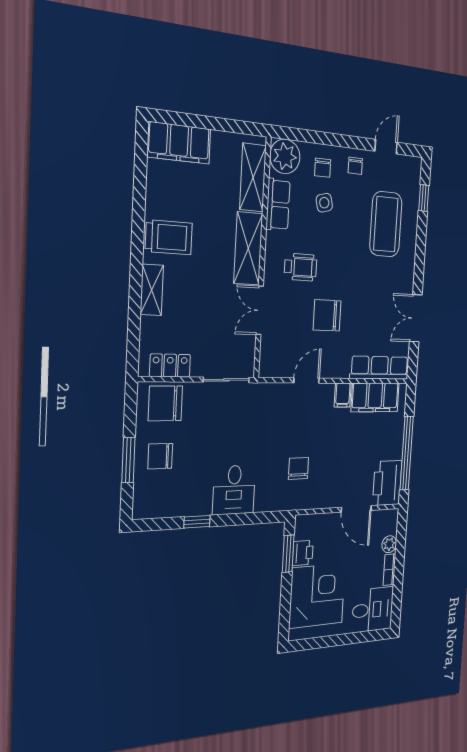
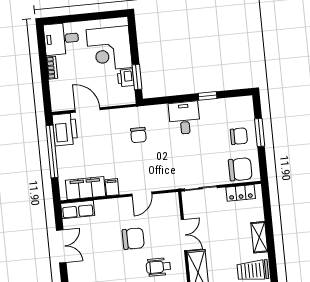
row of seats: (380, 368) -> (78, 210), width x0.68
plant: (389, 544) -> (55, 86), removed

